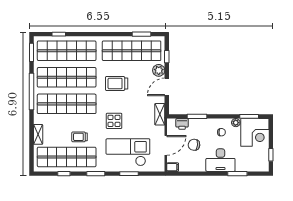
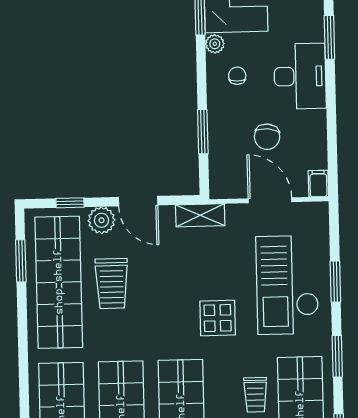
trolley: (117, 83) -> (112, 283), moved
printer: (182, 124) -> (221, 165), removed

